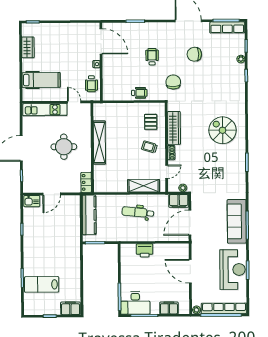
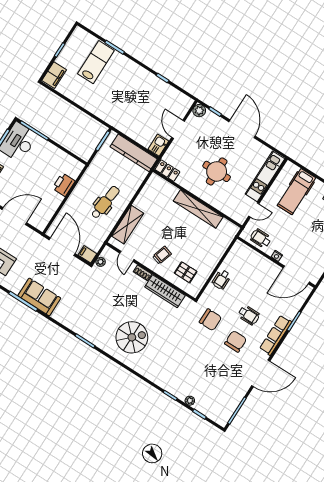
row of seats: (227, 27) -> (276, 335), moved
chair: (194, 54) -> (236, 341), moved
plant: (28, 188) -> (199, 111), added
kitchen sink: (32, 201) -> (158, 145), moved
filing cabinet: (179, 201) -> (87, 254), width x0.50
sofa: (237, 221) -> (39, 297), width x0.73

